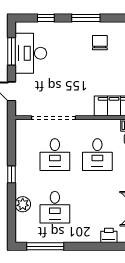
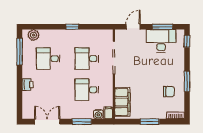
window: (46, 18) -> (187, 41), moved
plant: (23, 204) -> (33, 35), moved
printer: (109, 235) -> (28, 85), moved

